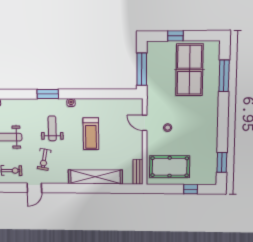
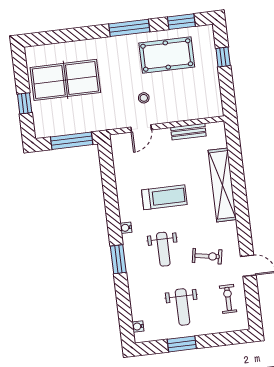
window: (224, 76) -> (129, 28), moved
weight bench: (52, 128) -> (163, 249), turned -90
pool table: (170, 167) -> (167, 55), moved, turned 90
bench: (138, 172) -> (188, 132), moved

